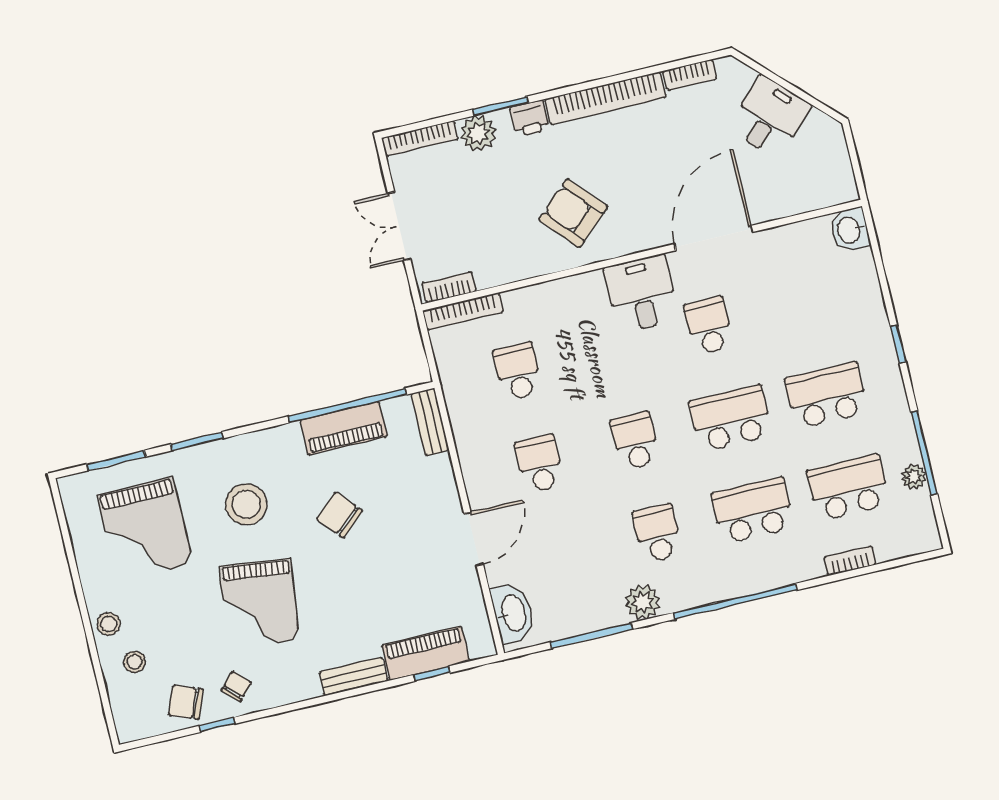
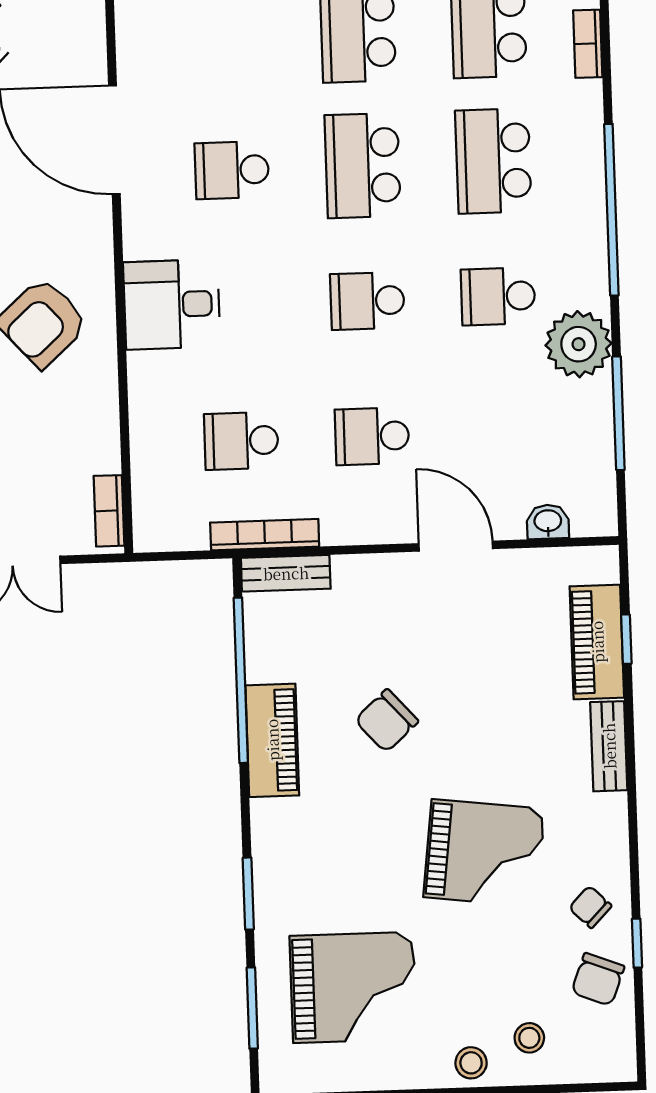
desk: (641, 294) -> (172, 304), moved
bookcase: (463, 311) -> (265, 535), moved, turned -90
piano: (344, 428) -> (272, 740), moved
stool: (246, 504) -> (347, 844), removed
plant: (643, 602) -> (579, 344), width x1.36, depth x1.36
washbasin: (513, 613) -> (548, 522), width x0.52, depth x0.69

